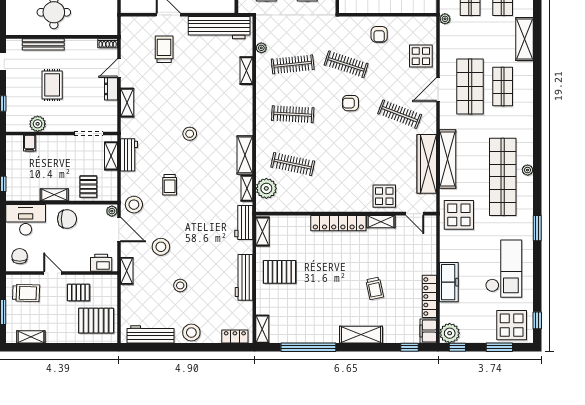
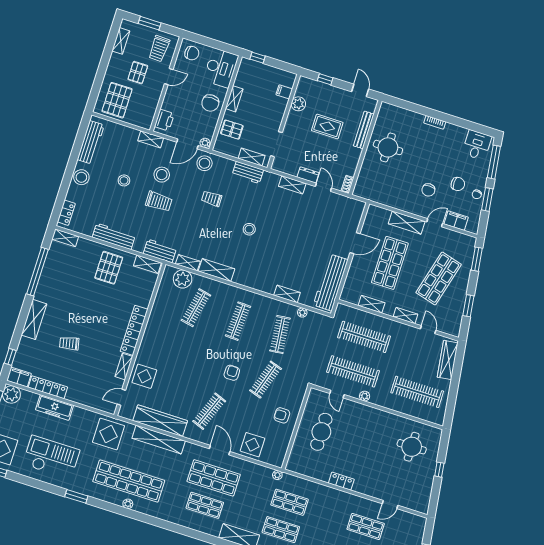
trolley: (164, 49) -> (159, 202), moved
checkout: (504, 269) -> (51, 457), turned 180
pallet: (78, 292) -> (138, 73), moved

